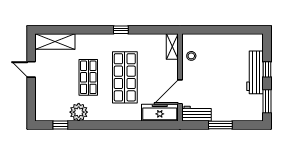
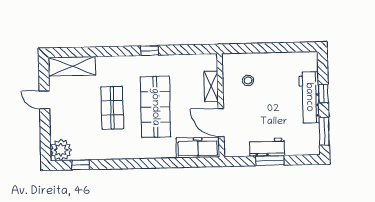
shelving: (172, 46) -> (211, 86), moved
stool: (191, 56) -> (248, 81), moved
door: (180, 92) -> (221, 123), hinge flipped
plant: (79, 112) -> (61, 150), moved
workbench: (197, 114) -> (267, 147), moved

